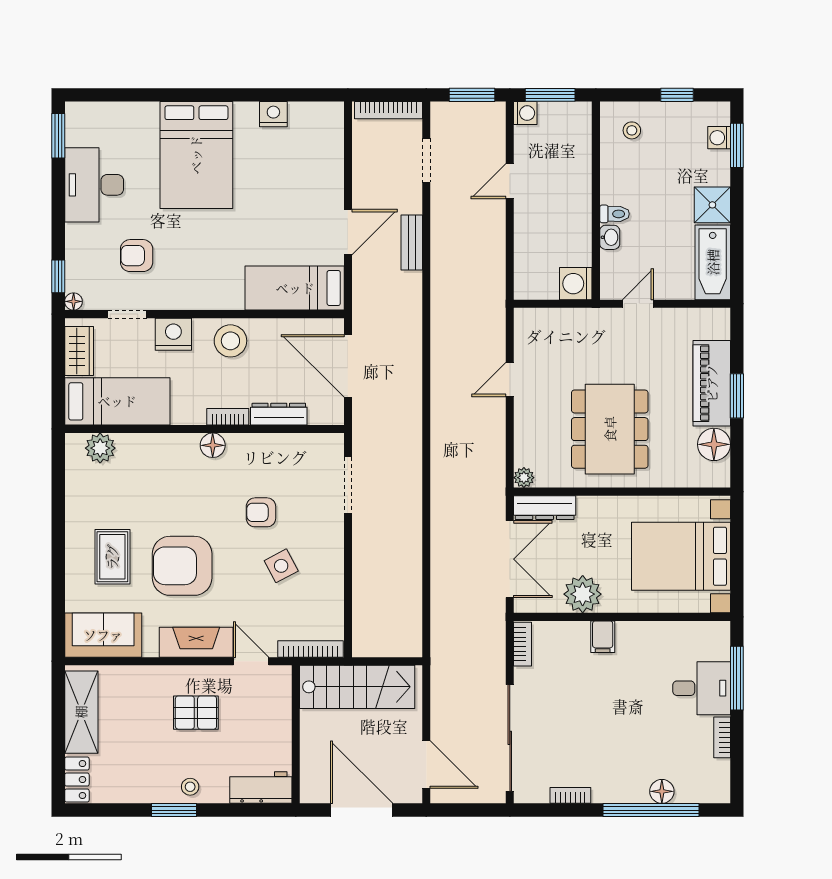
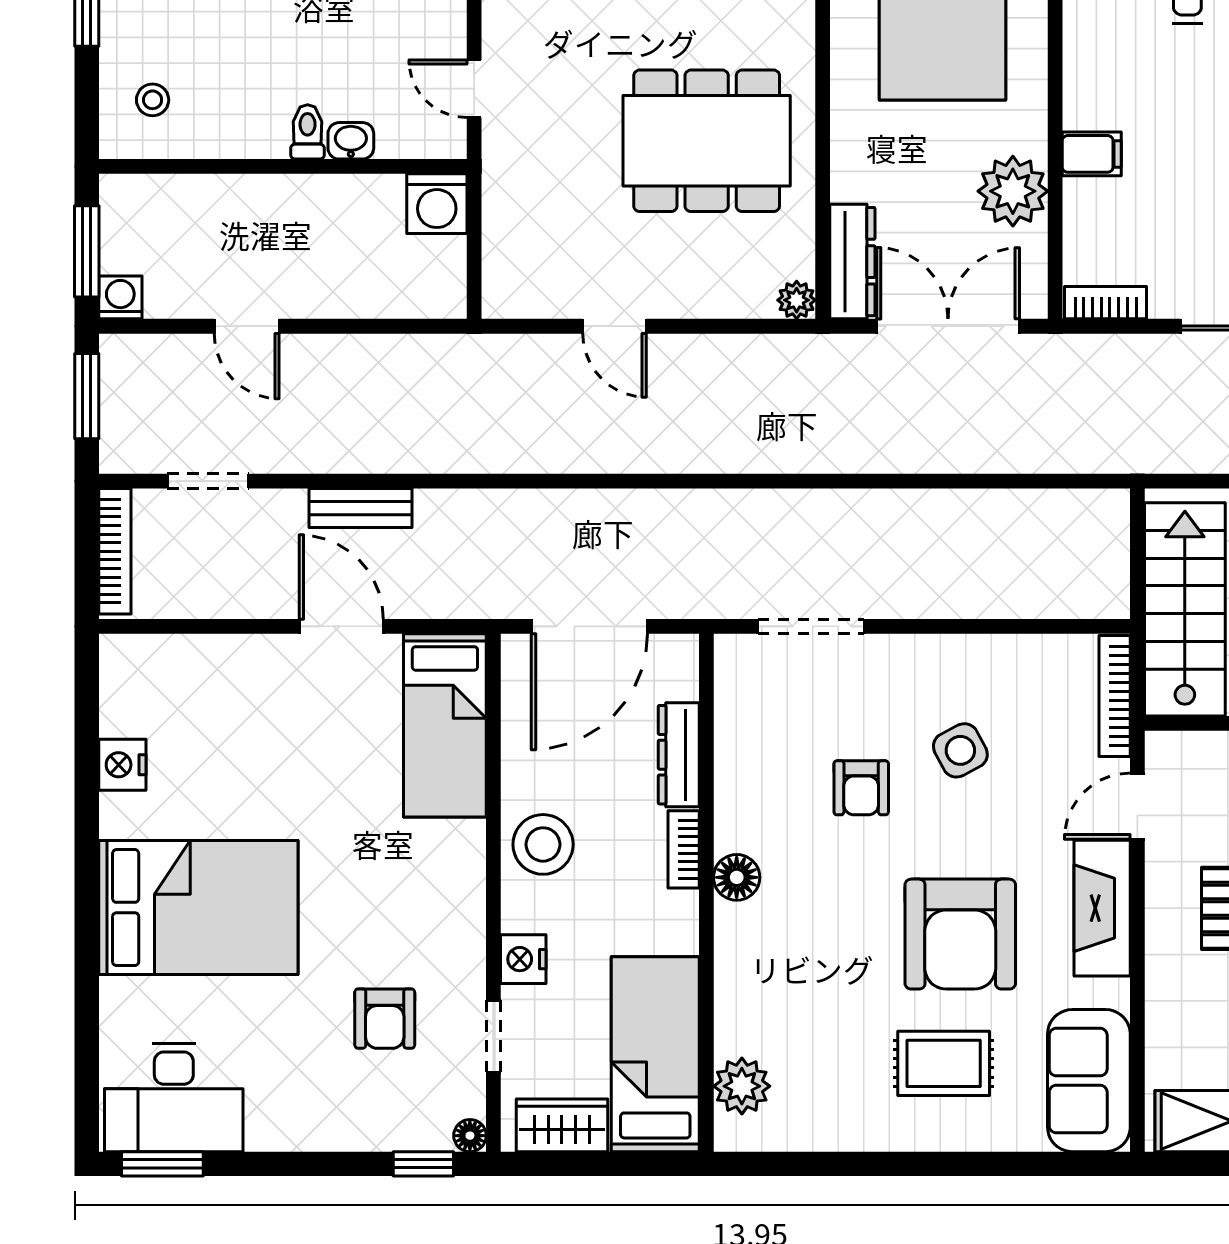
desk: (94, 185) -> (174, 1097), moved
nightstand: (173, 334) -> (523, 959), width x0.74, depth x0.75

